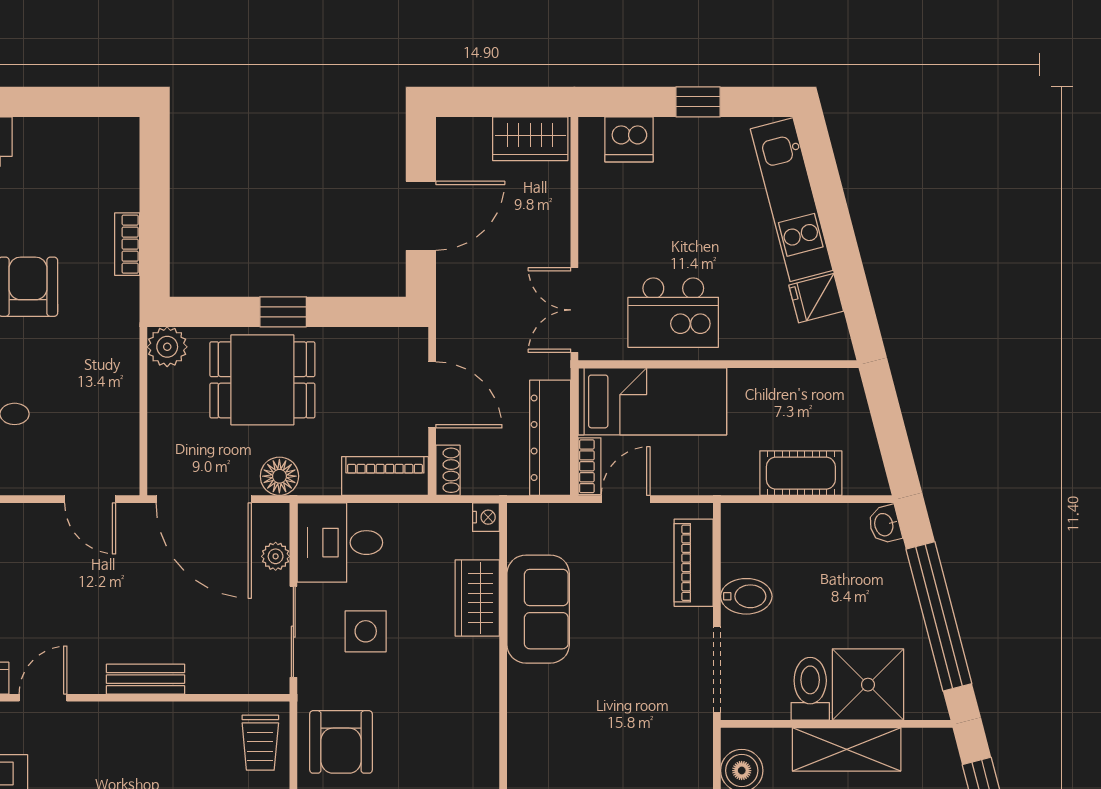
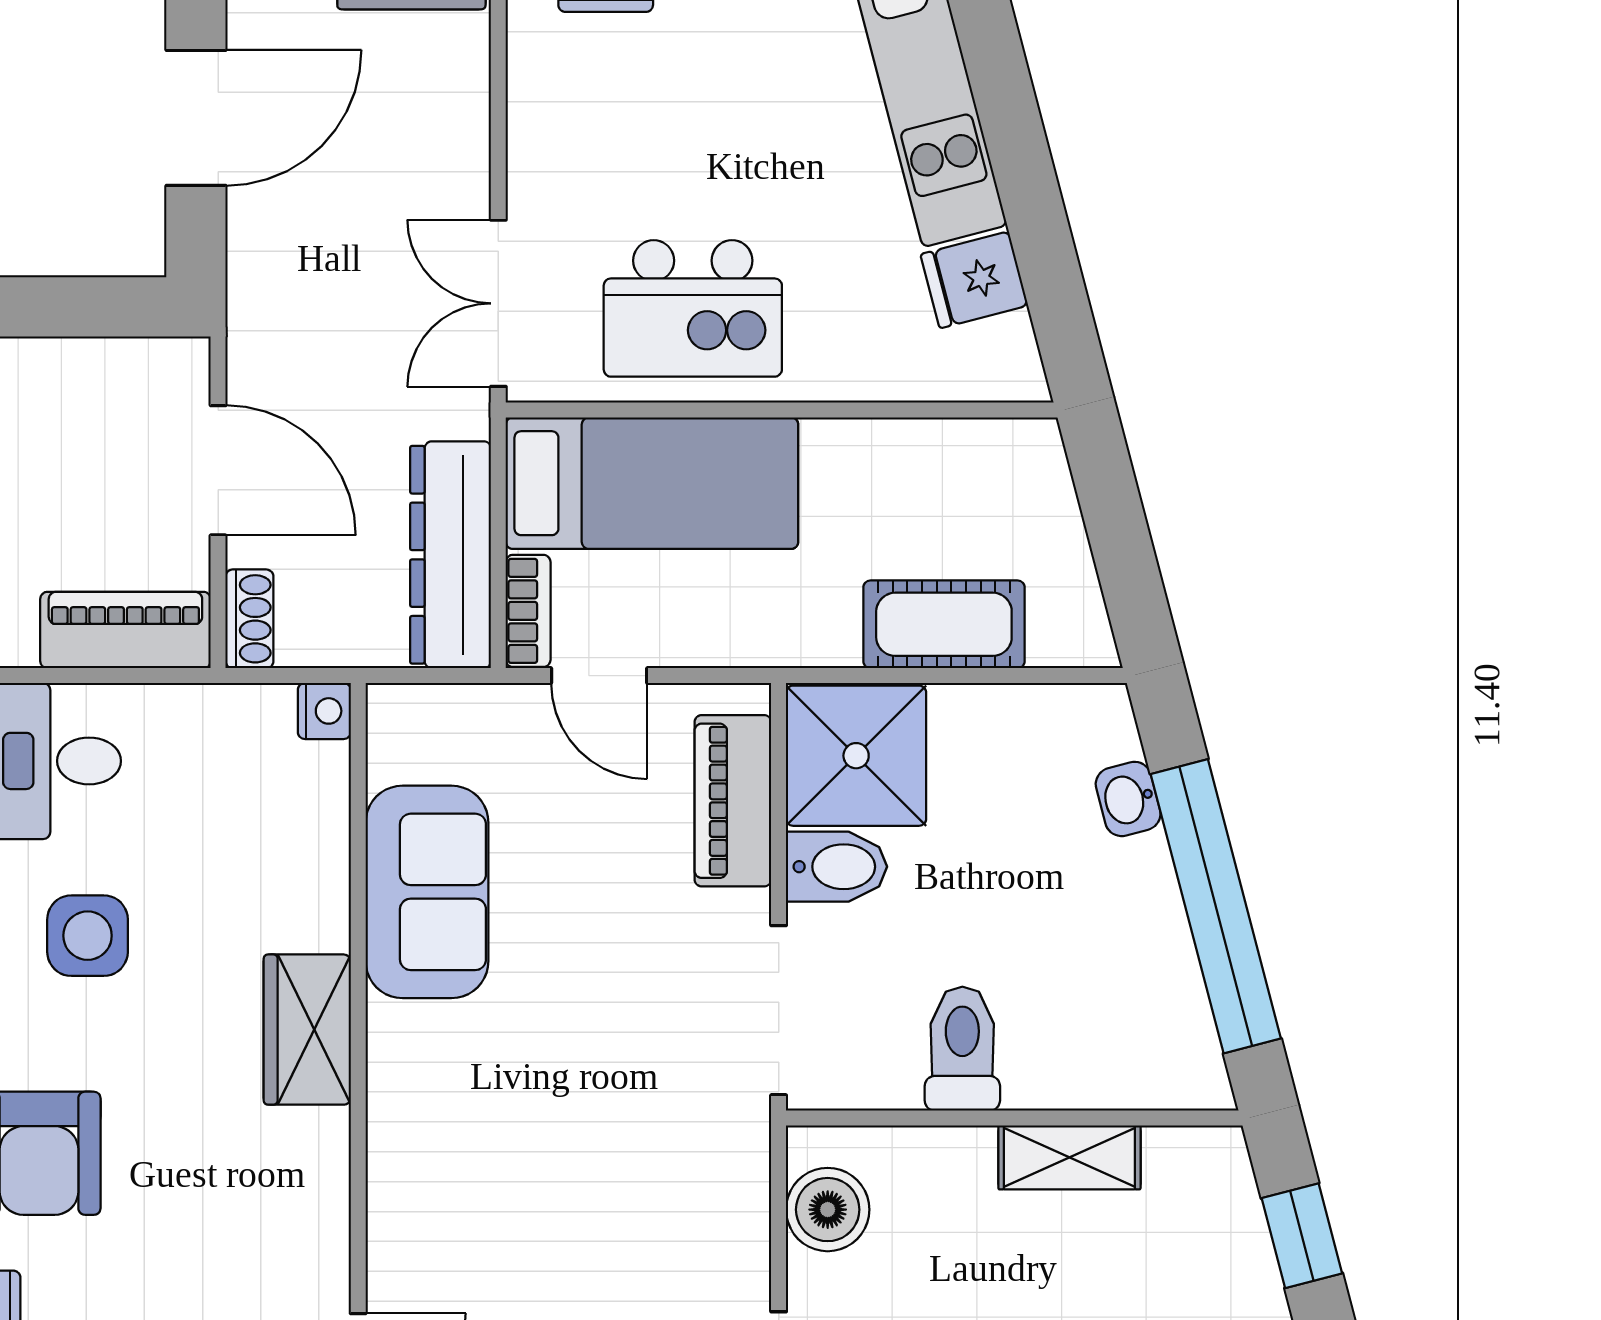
door: (626, 499) -> (599, 676), swing flipped
washbasin: (885, 524) -> (1128, 799), moved
wardrobe: (477, 598) -> (307, 1030), moved
shower: (868, 685) -> (856, 756), moved
shelving: (847, 749) -> (1069, 1157), width x0.67, depth x0.75

